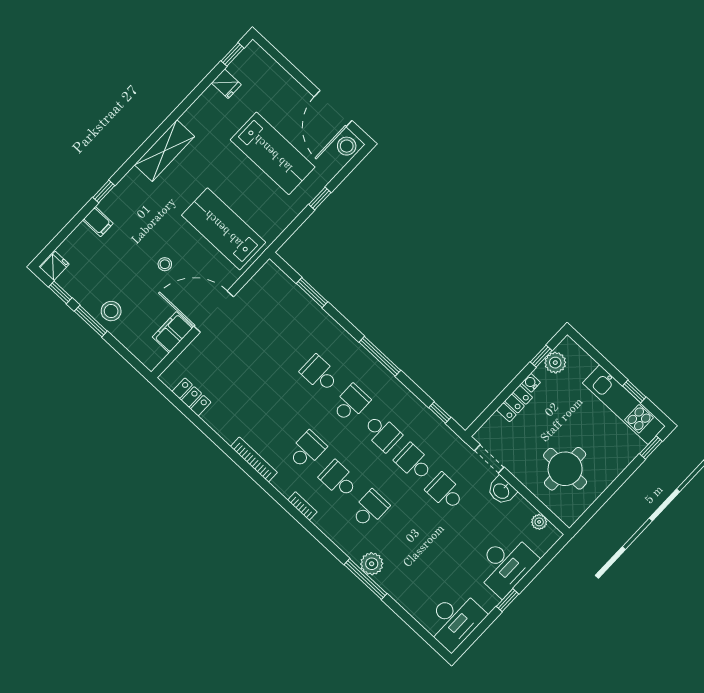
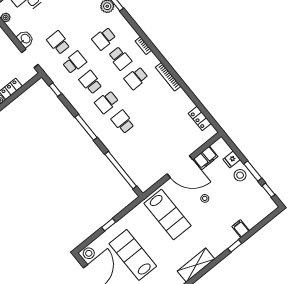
fridge: (55, 266) -> (232, 159), moved
window: (312, 293) -> (121, 170), width x2.11
school desk: (319, 374) -> (123, 122), turned 180
school desk: (414, 462) -> (74, 62), turned -90
school desk: (445, 492) -> (58, 43), turned 180

